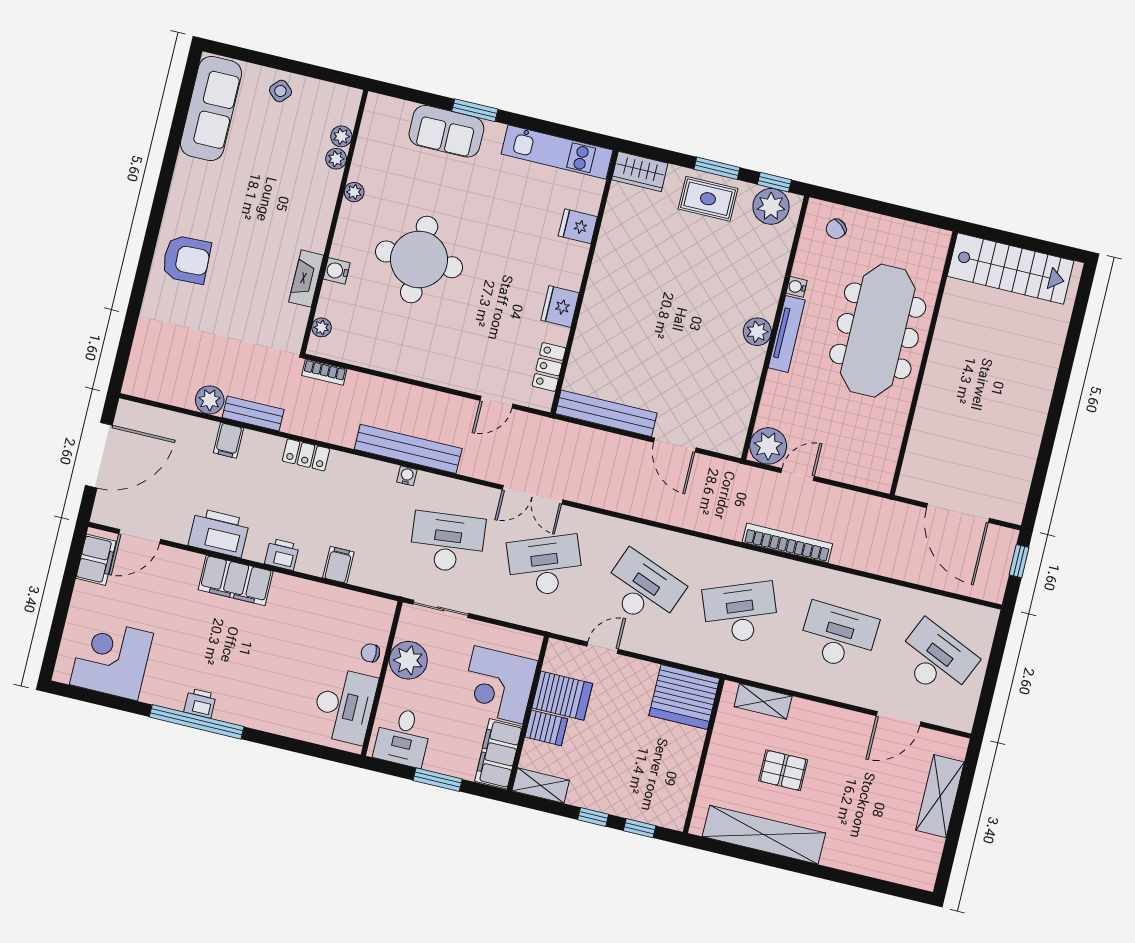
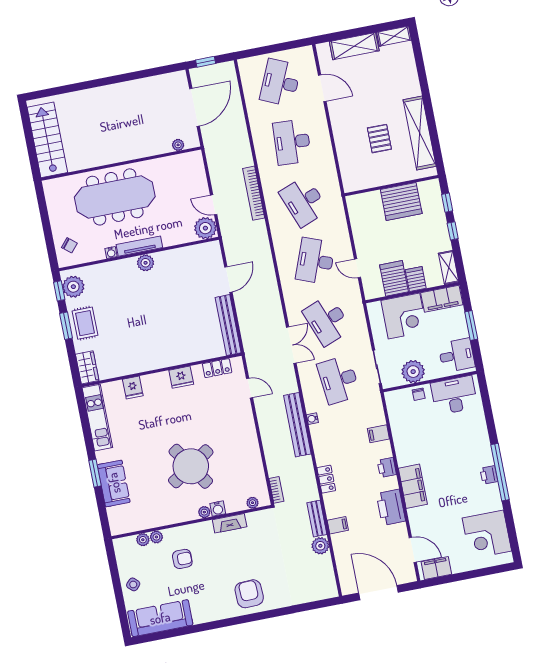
armchair: (285, 183) -> (182, 559), added
plant: (354, 192) -> (204, 512), moved
round table: (419, 259) -> (191, 466), turned -33
plant: (913, 462) -> (178, 145), added
server rack: (684, 697) -> (401, 201), moved, turned 90
shelving: (763, 701) -> (394, 36), moved, turned 90

